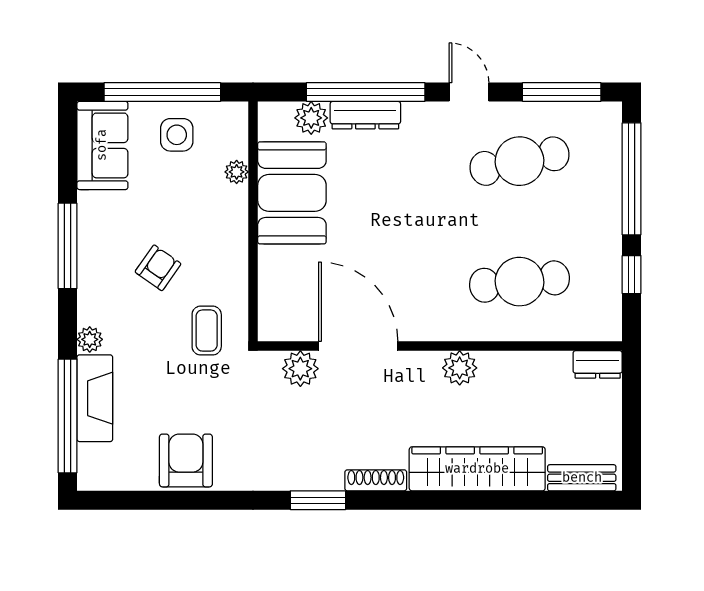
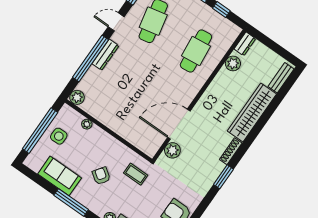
dresser: (365, 115) -> (105, 55), moved
plant: (311, 118) -> (77, 97), moved
sofa: (102, 145) -> (60, 176), moved
booth: (292, 193) -> (108, 110), removed
plant: (460, 368) -> (233, 63), moved

